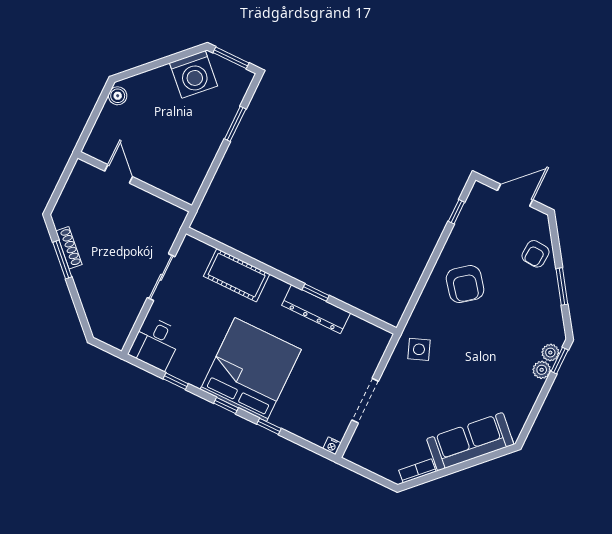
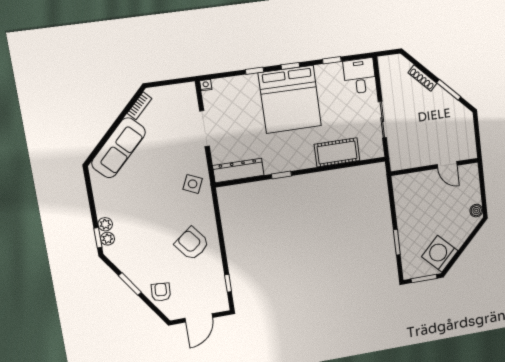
shoe rack: (69, 248) -> (422, 78), moved
dresser: (316, 309) -> (238, 170), moved
side table: (419, 349) -> (193, 184), turned 45

